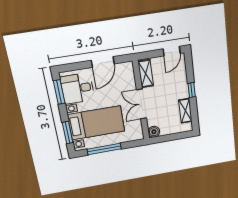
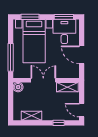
window: (192, 90) -> (59, 123), moved
window: (104, 149) -> (11, 57), moved

